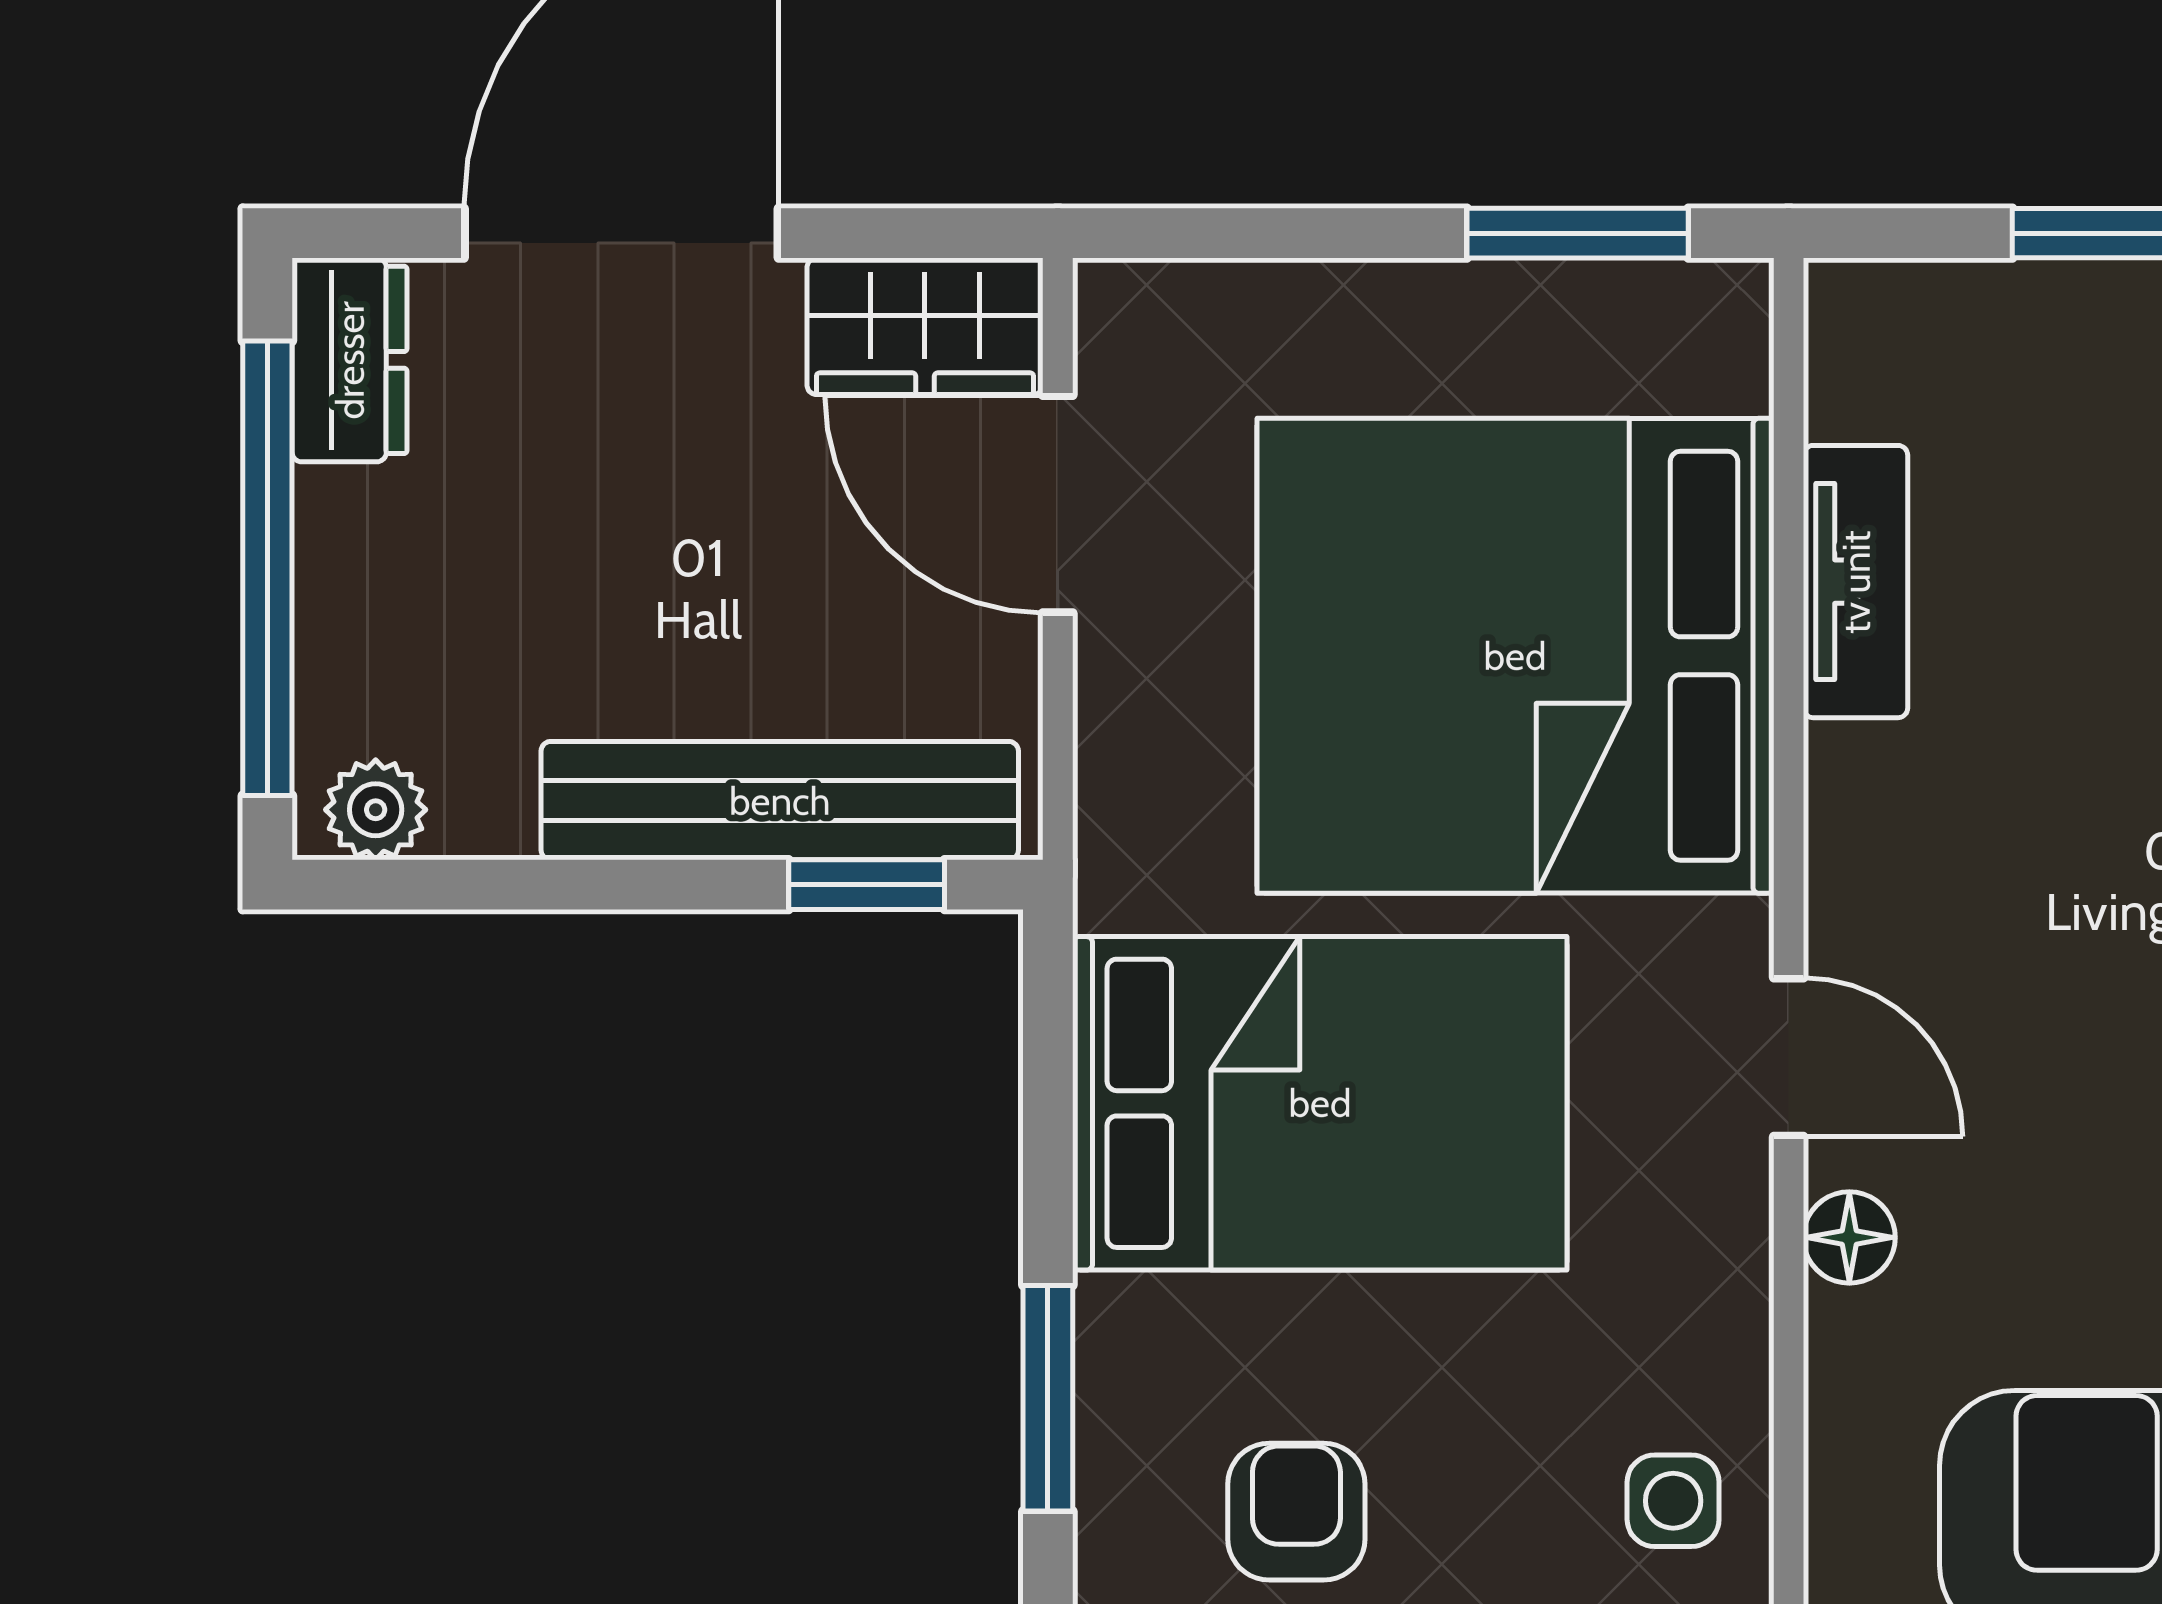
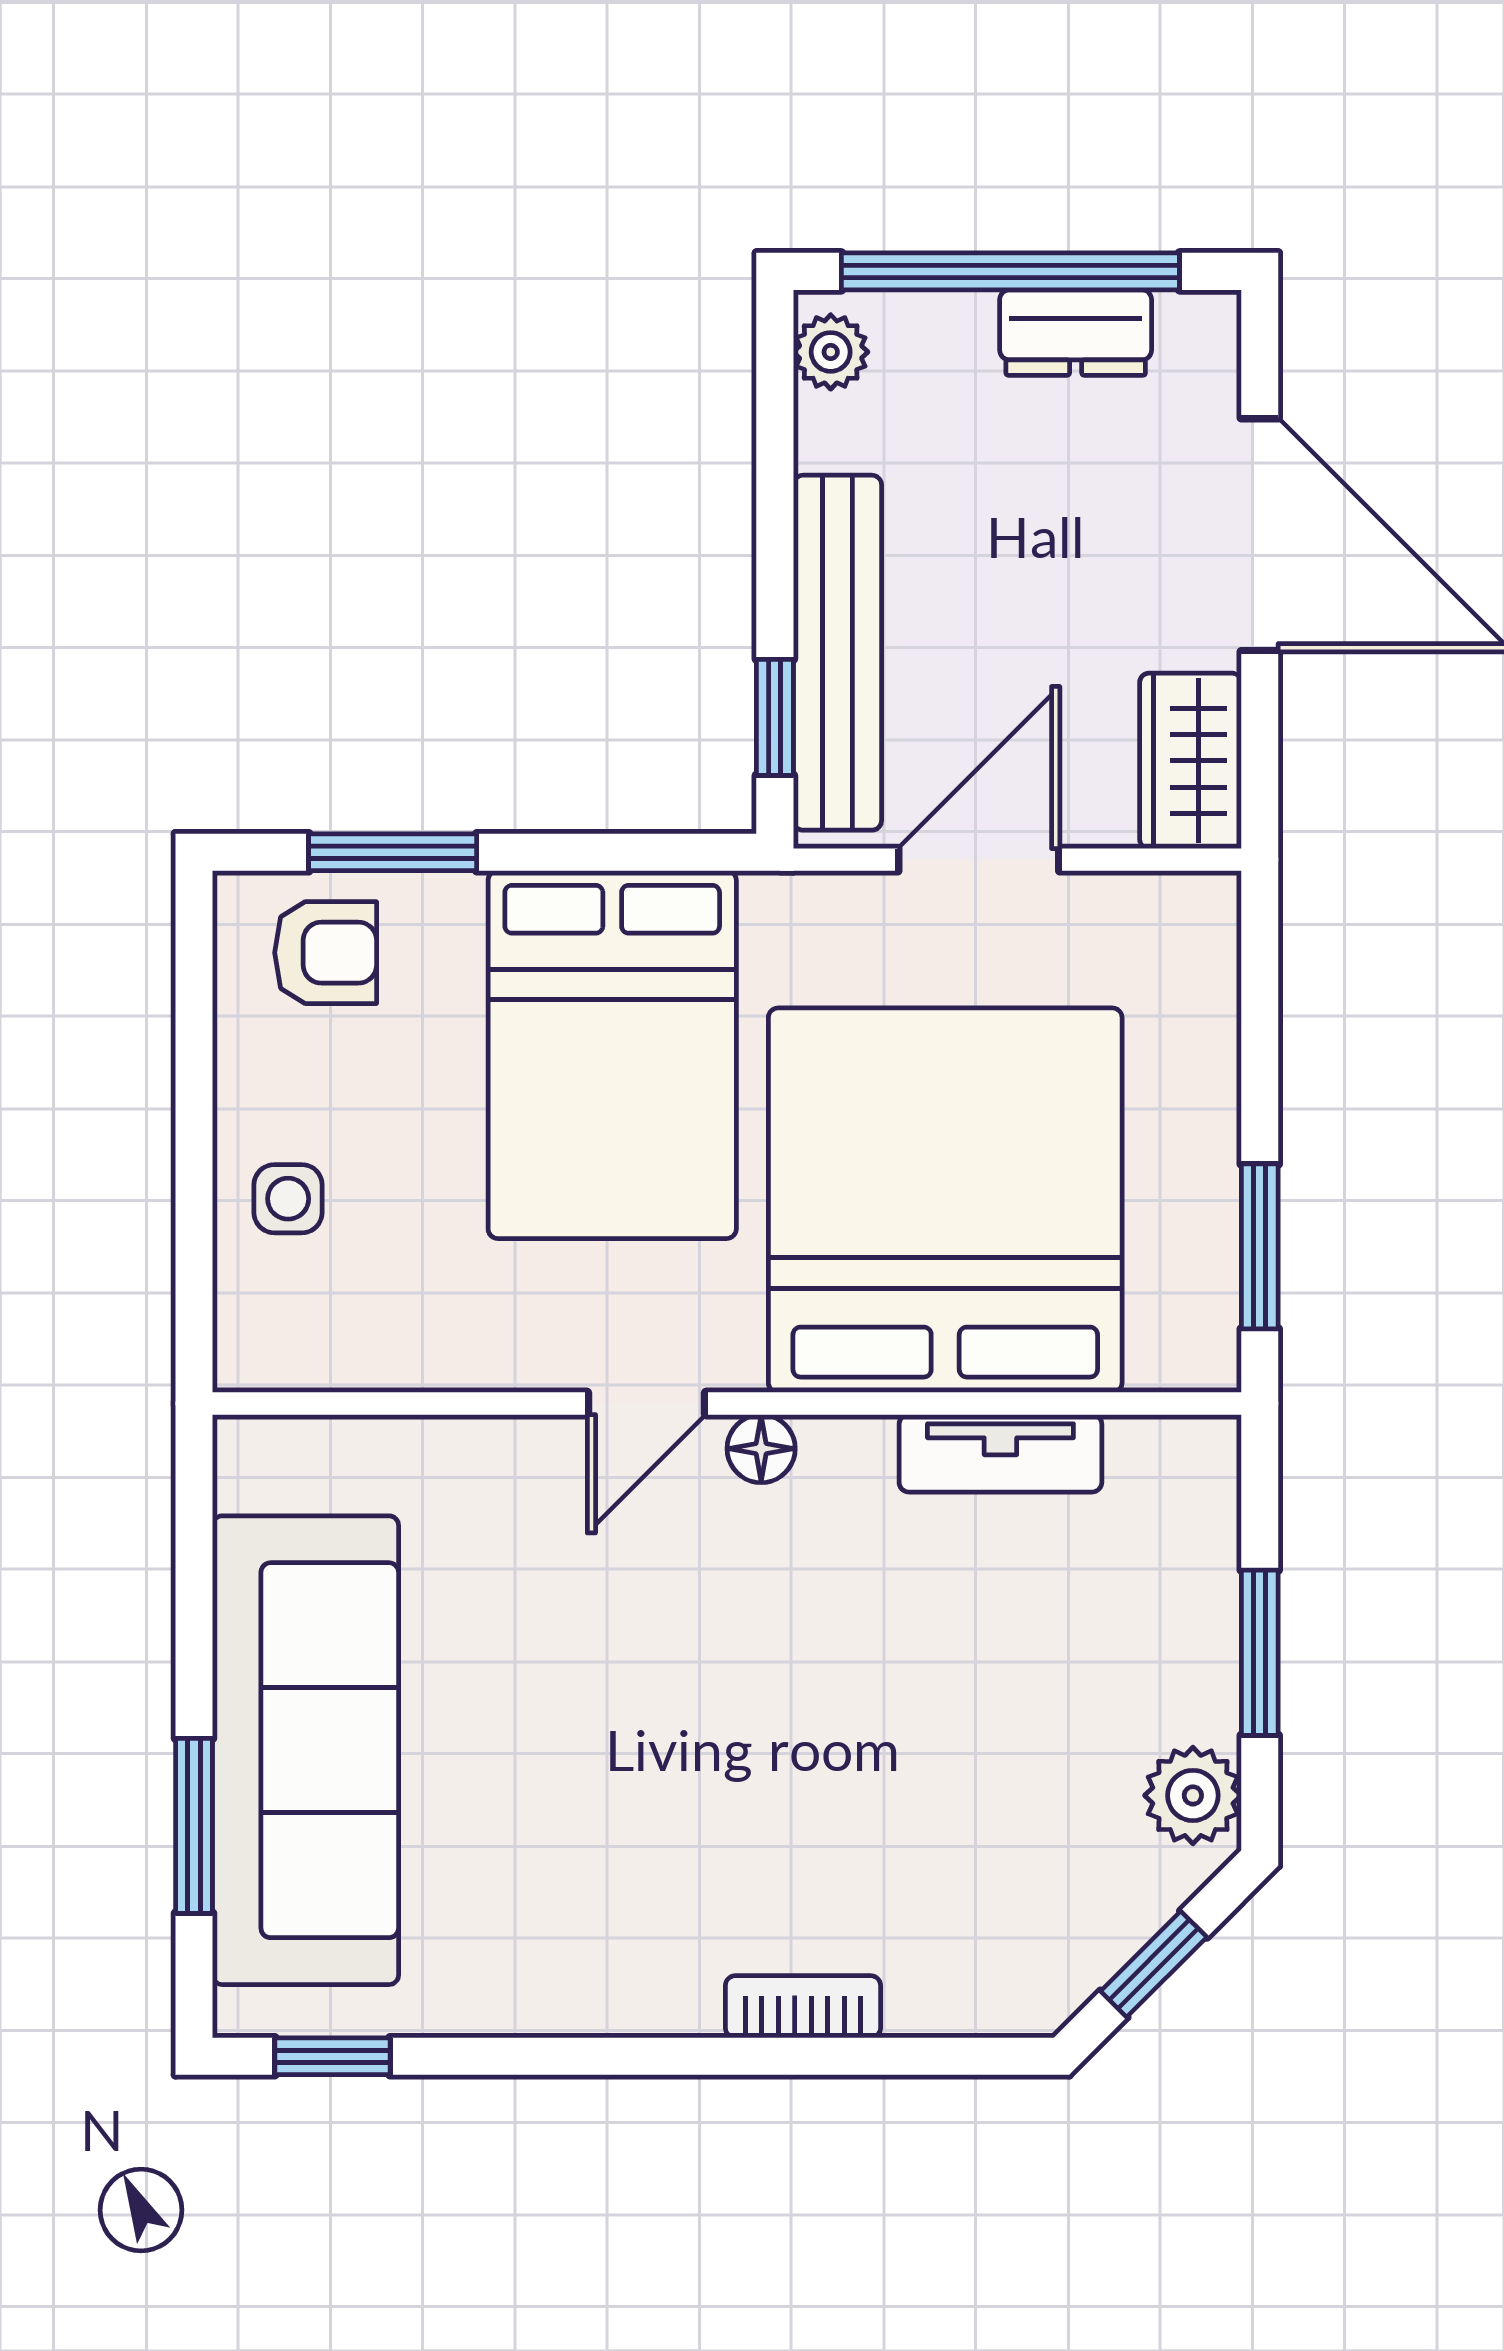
dresser: (350, 360) -> (1076, 333), moved
door: (1058, 504) -> (979, 860), moved
floor lamp: (1849, 1237) -> (761, 1449), moved
side table: (1673, 1501) -> (288, 1199), moved
armchair: (1296, 1512) -> (326, 953), moved

